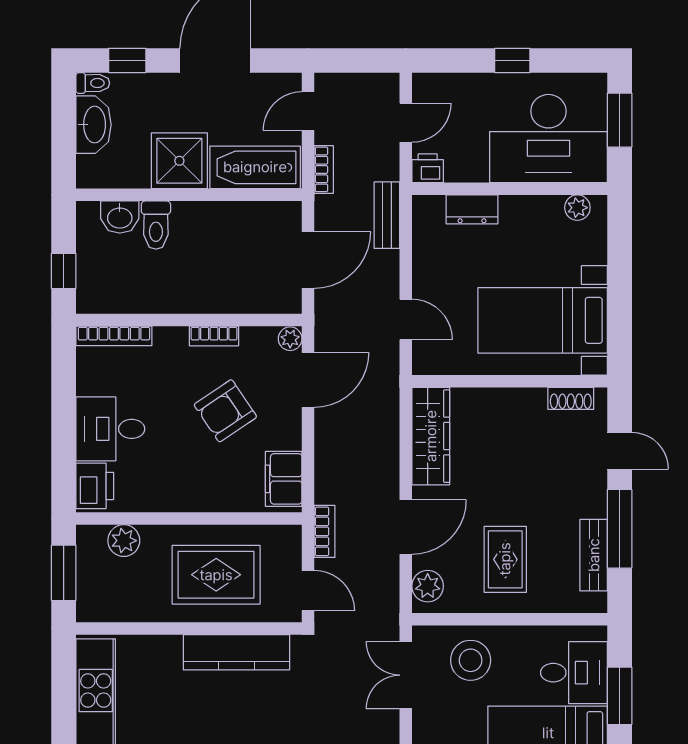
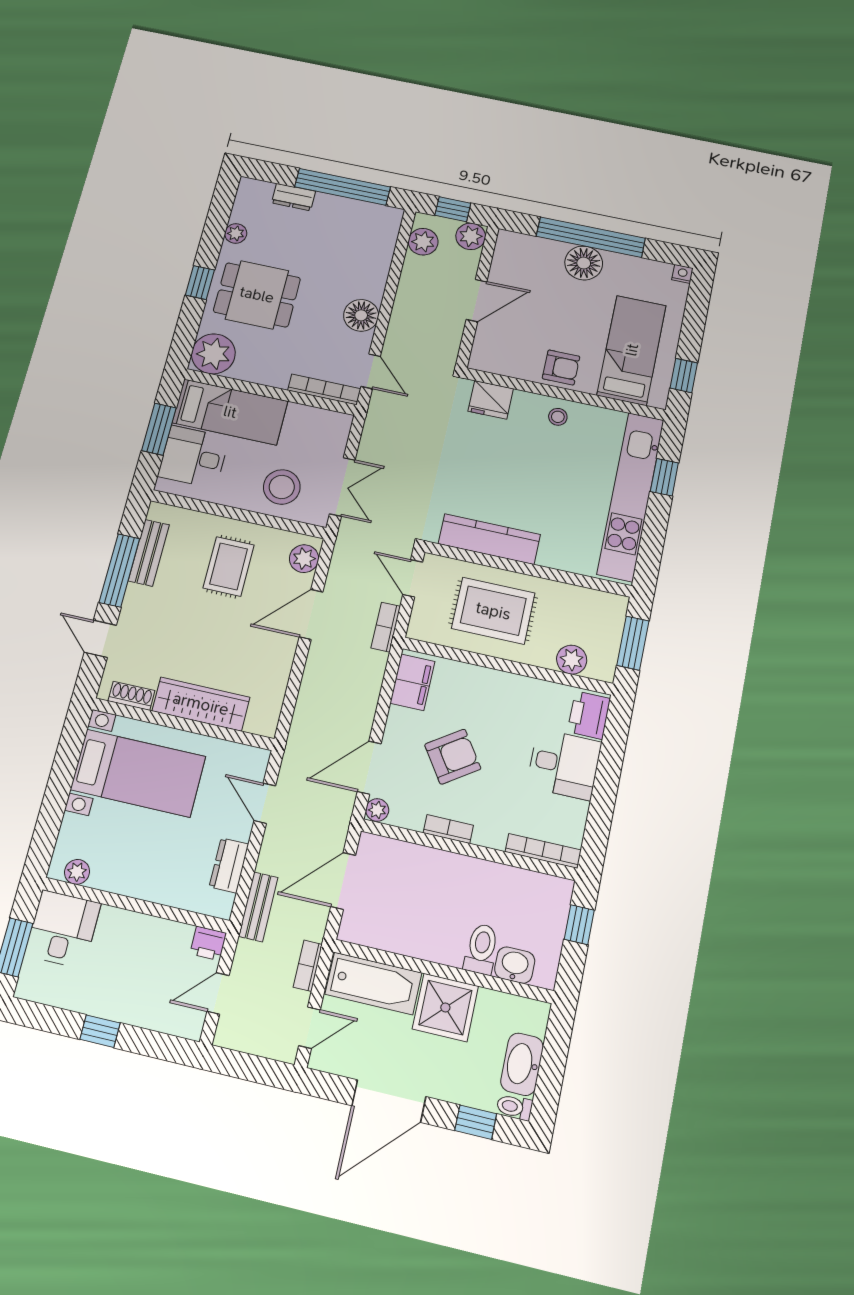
desk: (548, 139) -> (63, 929), width x0.53, depth x0.77
dresser: (472, 209) -> (229, 865), moved, turned -90
wardrobe: (431, 436) -> (201, 704), moved, turned 90

